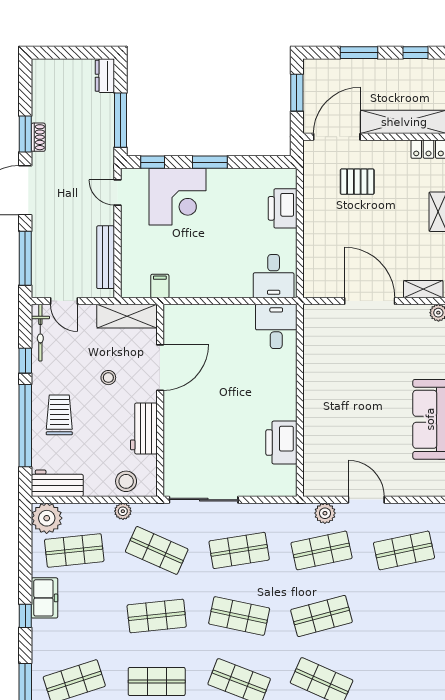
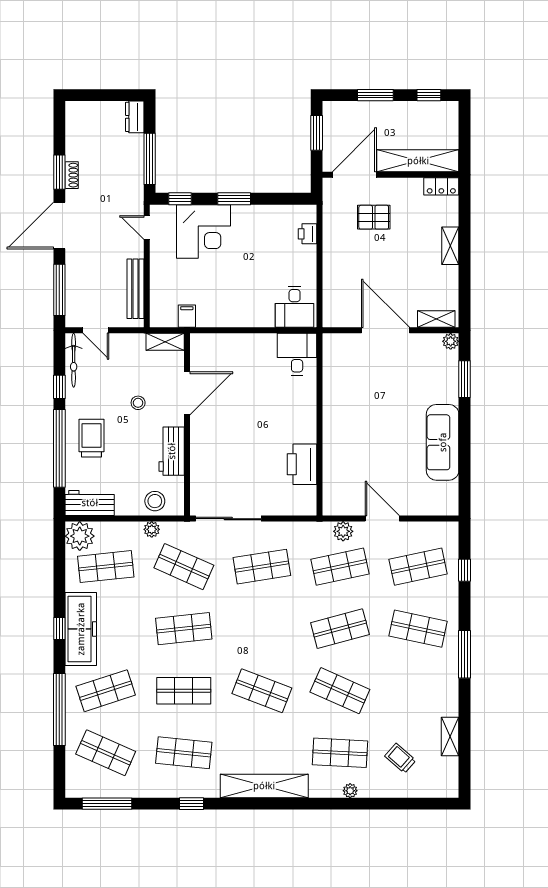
printer: (283, 208) -> (307, 234), width x0.53, depth x0.68
shelving: (127, 316) -> (165, 342), width x0.67, depth x0.75
freezer: (44, 598) -> (81, 629), width x1.91, depth x1.26
shop shelf: (239, 616) -> (418, 629), moved

